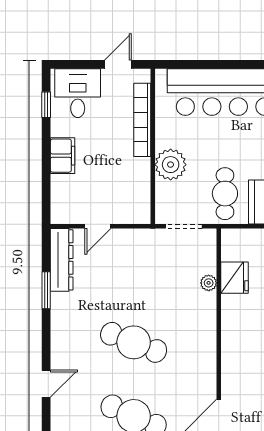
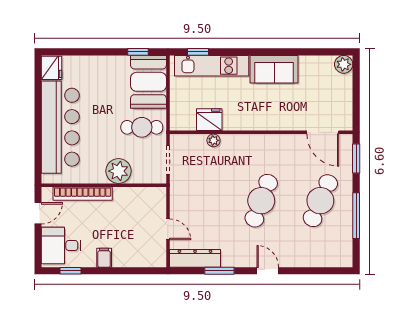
door: (118, 64) -> (38, 213), swing flipped
filing cabinet: (63, 156) -> (104, 258), width x0.50
door: (46, 384) -> (268, 271), moved

